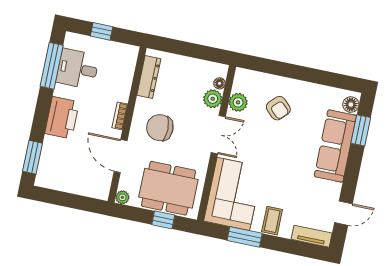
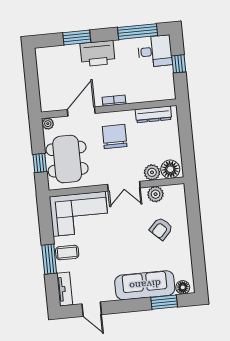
desk: (78, 69) -> (155, 51), moved, turned 90
floor lamp: (219, 83) -> (170, 169), width x1.89, depth x1.89
window: (32, 157) -> (77, 38), moved
window: (245, 237) -> (49, 259), moved

